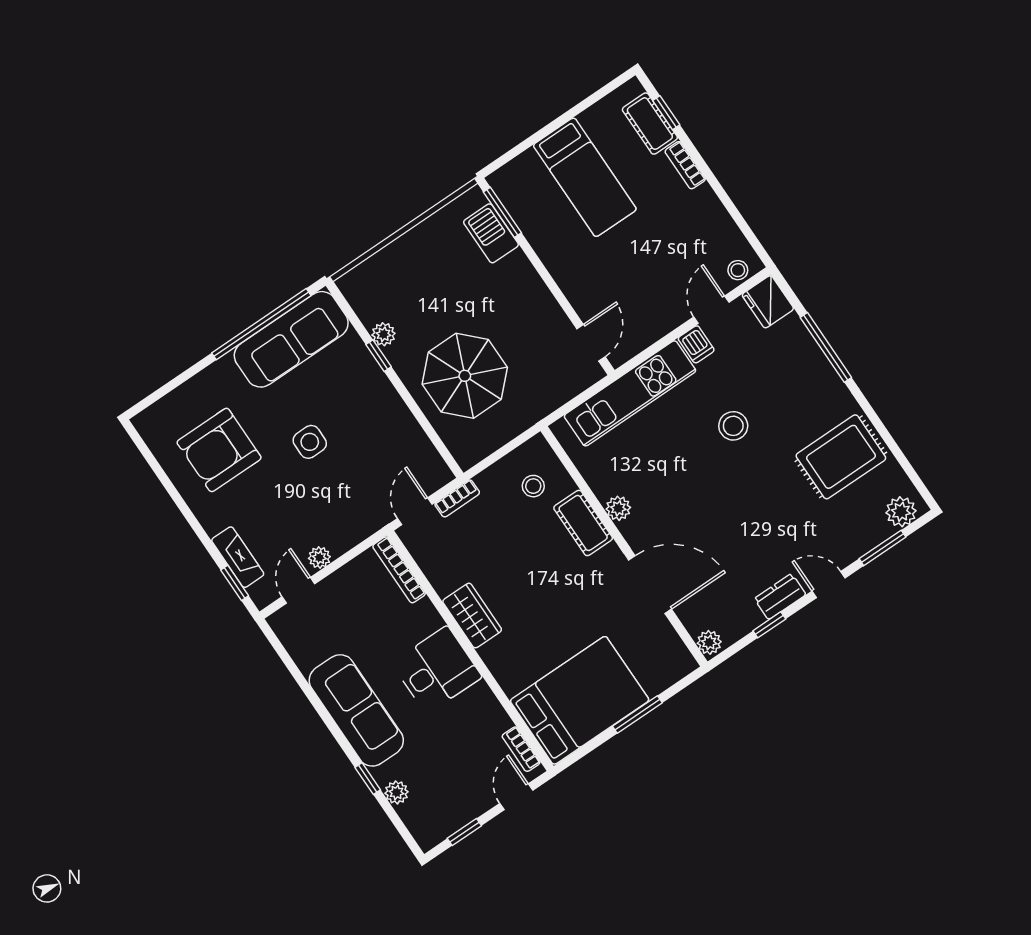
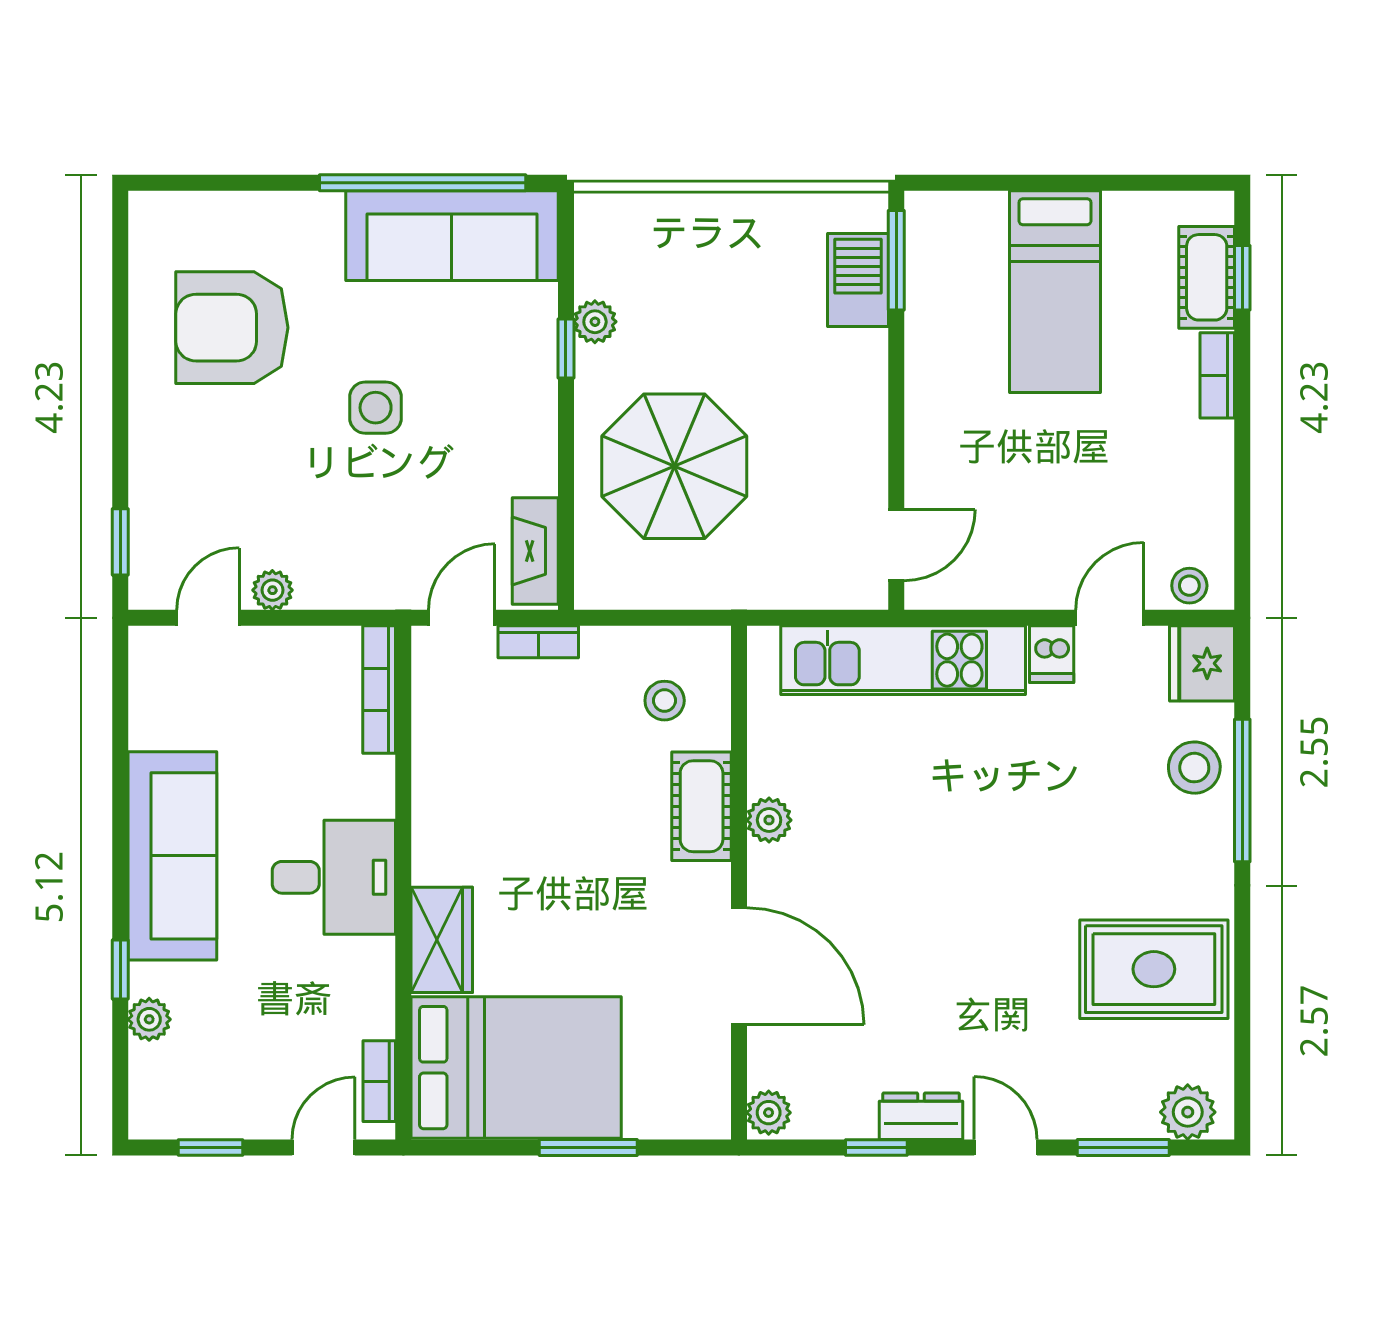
stool: (733, 426) -> (1194, 768), moved
fireplace: (238, 557) -> (535, 551), moved, turned 180
wardrobe: (472, 616) -> (442, 940), moved

